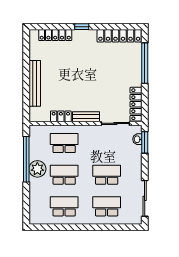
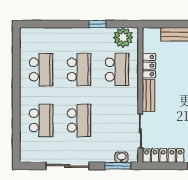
window: (26, 159) -> (97, 24), width x0.32
plant: (37, 169) -> (123, 37), moved
sliding door: (145, 198) -> (67, 166), moved

